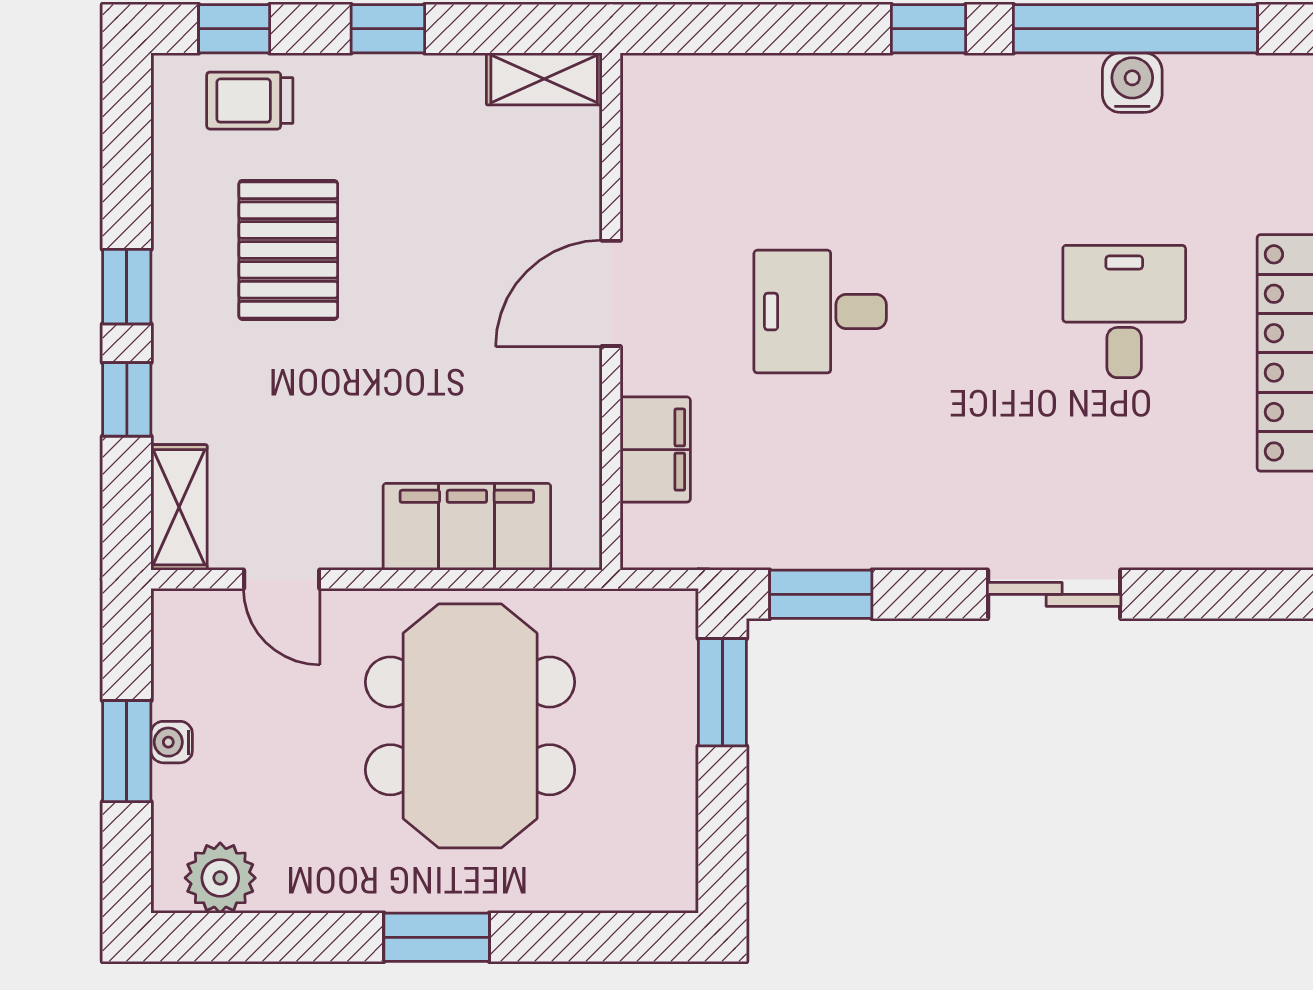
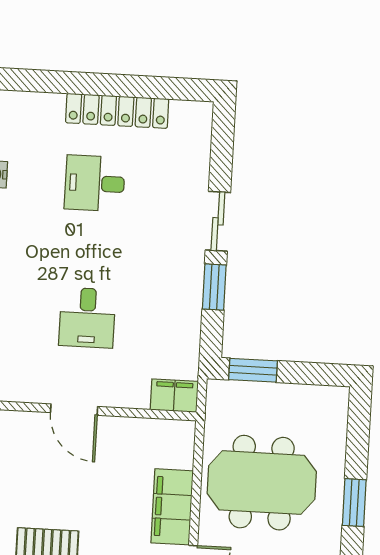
filing cabinet: (655, 450) -> (174, 396), moved
filing cabinet: (467, 527) -> (172, 507), moved
window: (821, 594) -> (214, 287), moved

